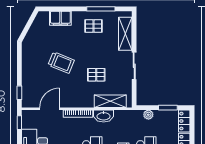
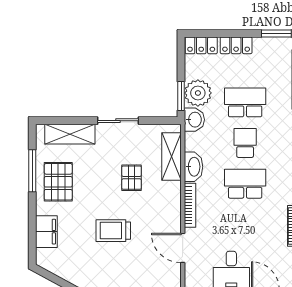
pallet: (94, 26) -> (58, 182), width x1.50, depth x1.42
trolley: (61, 63) -> (113, 231), turned -112
window: (168, 108) -> (181, 96), moved
plant: (148, 115) -> (198, 93), width x1.88, depth x1.88
washbasin: (135, 116) -> (194, 120), added

